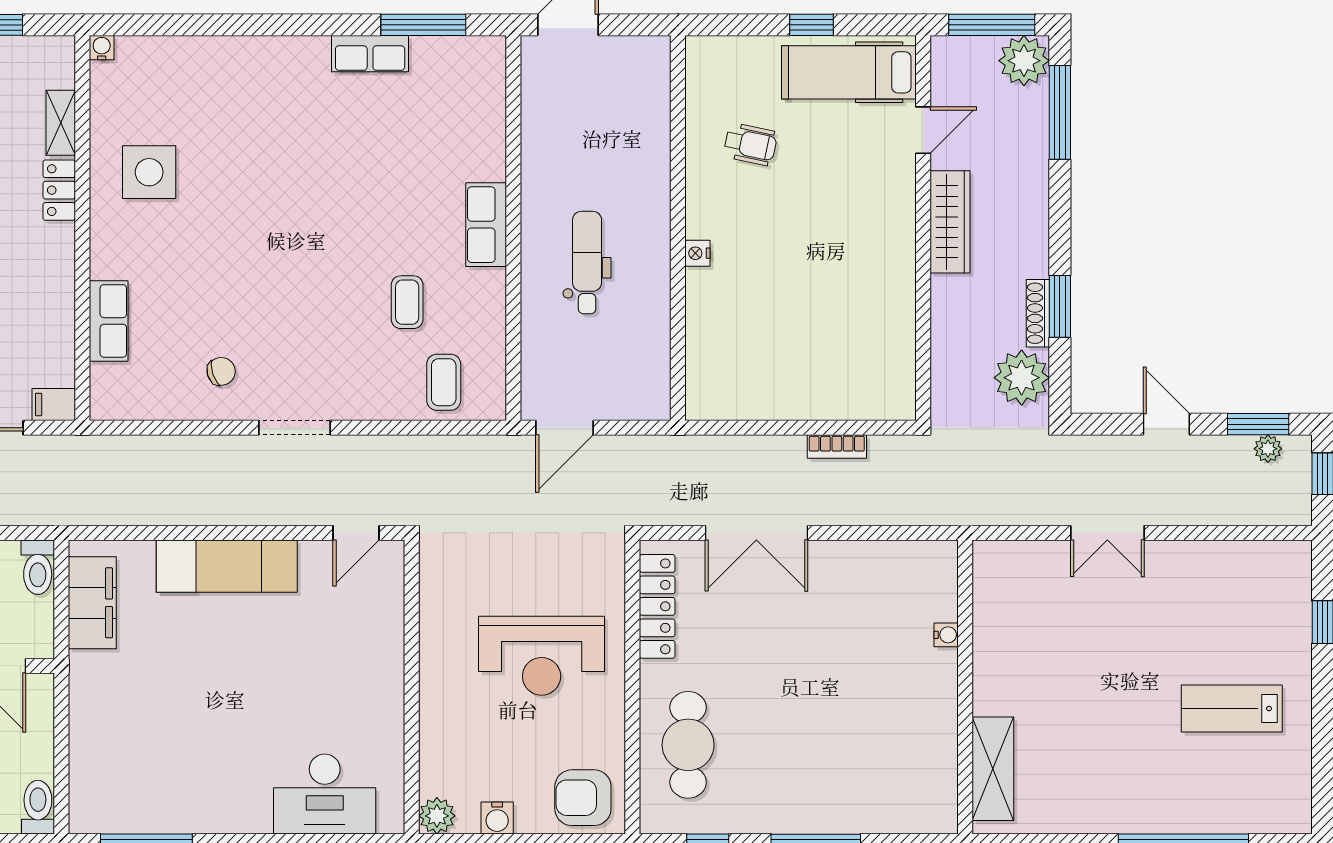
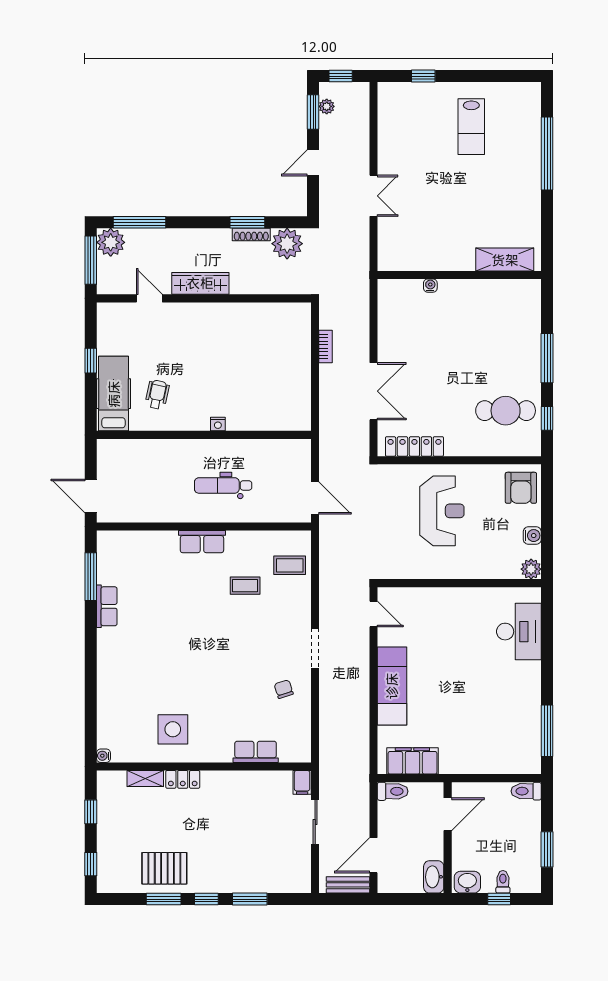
hospital bed: (849, 72) -> (114, 394), moved, turned 180
cafe table: (688, 745) -> (506, 411), moved

